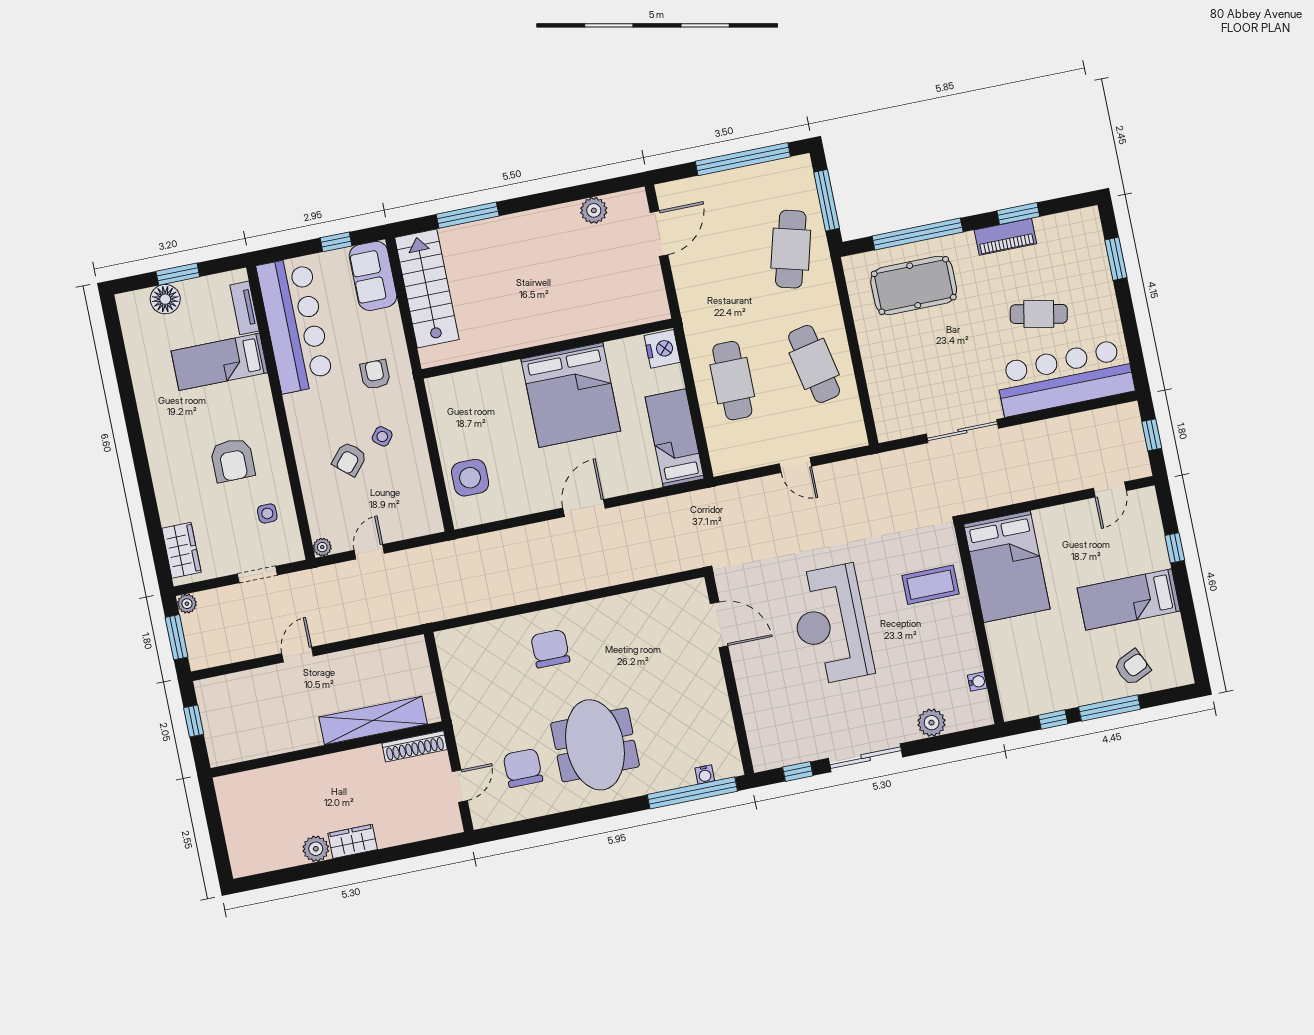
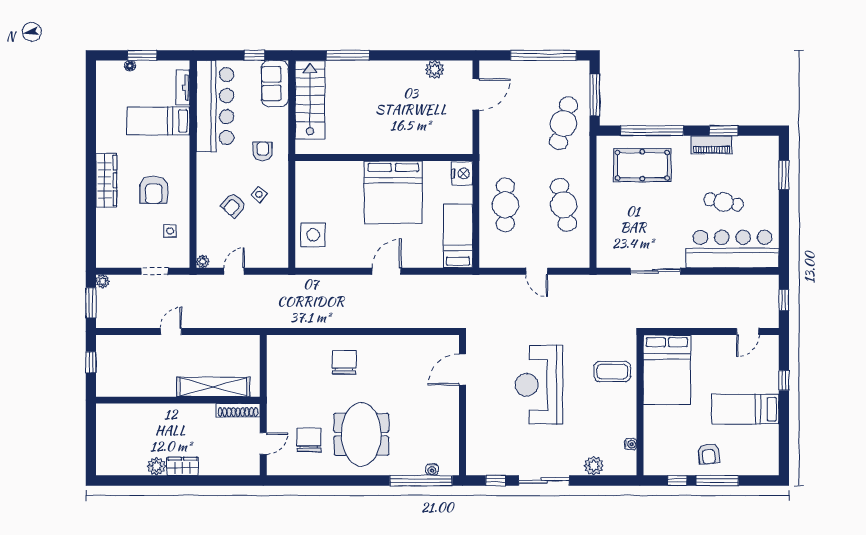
floor lamp: (165, 299) -> (130, 66), width x0.53, depth x0.53
wardrobe: (181, 550) -> (106, 180), moved, width x1.50
door: (719, 625) -> (462, 369), swing flipped
armchair: (1132, 667) -> (708, 454), moved, turned 109

